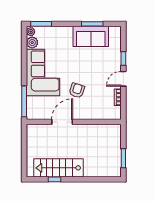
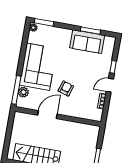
plant: (32, 43) -> (23, 92), moved

